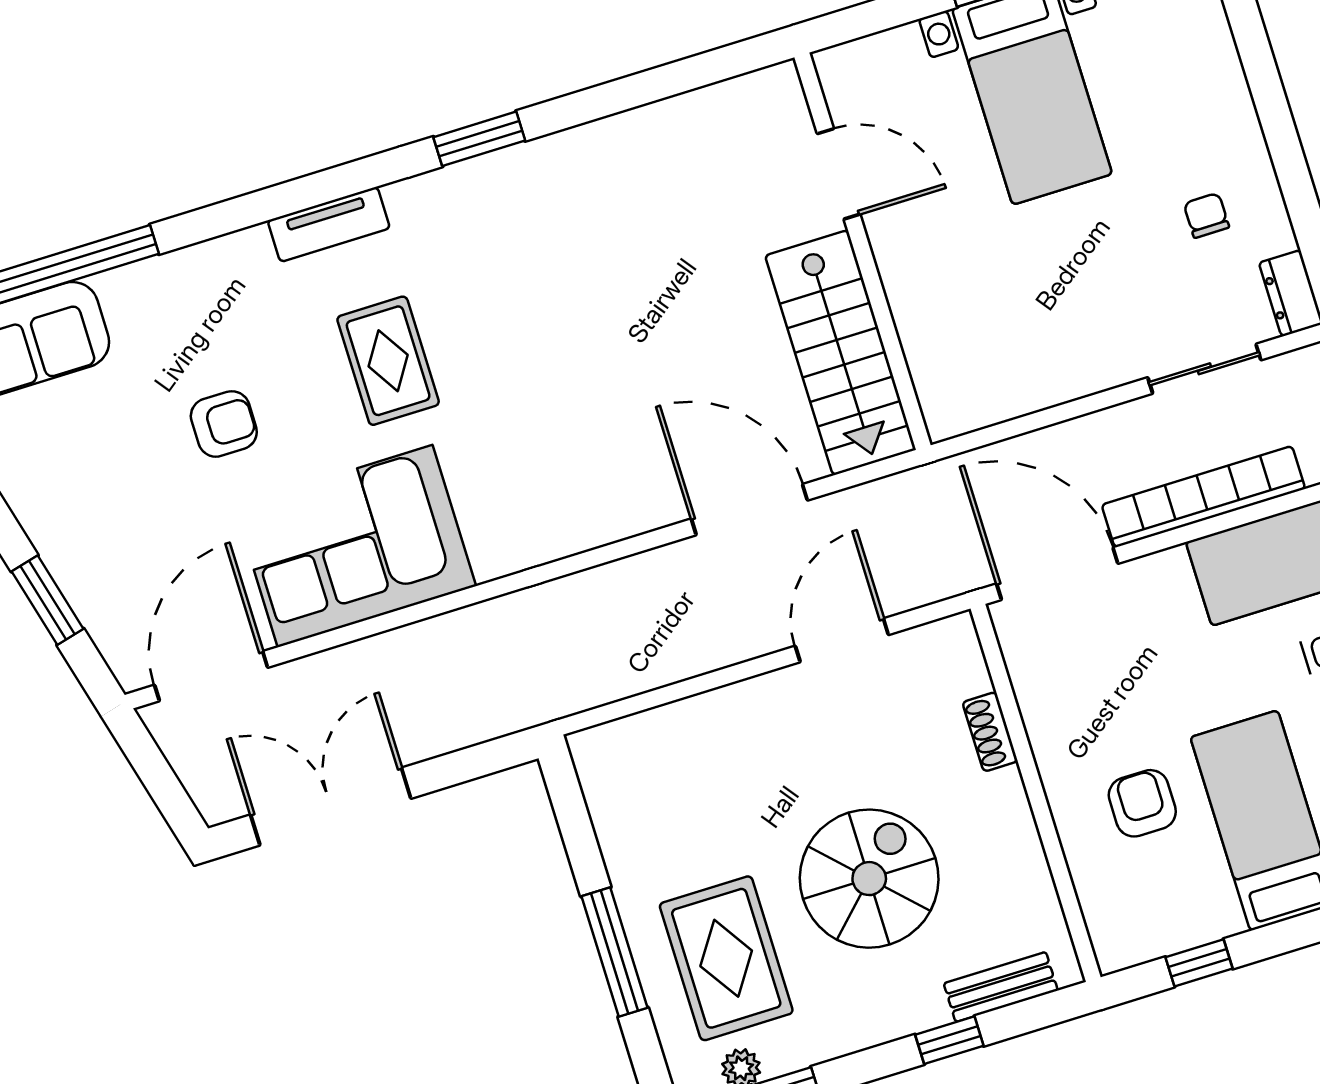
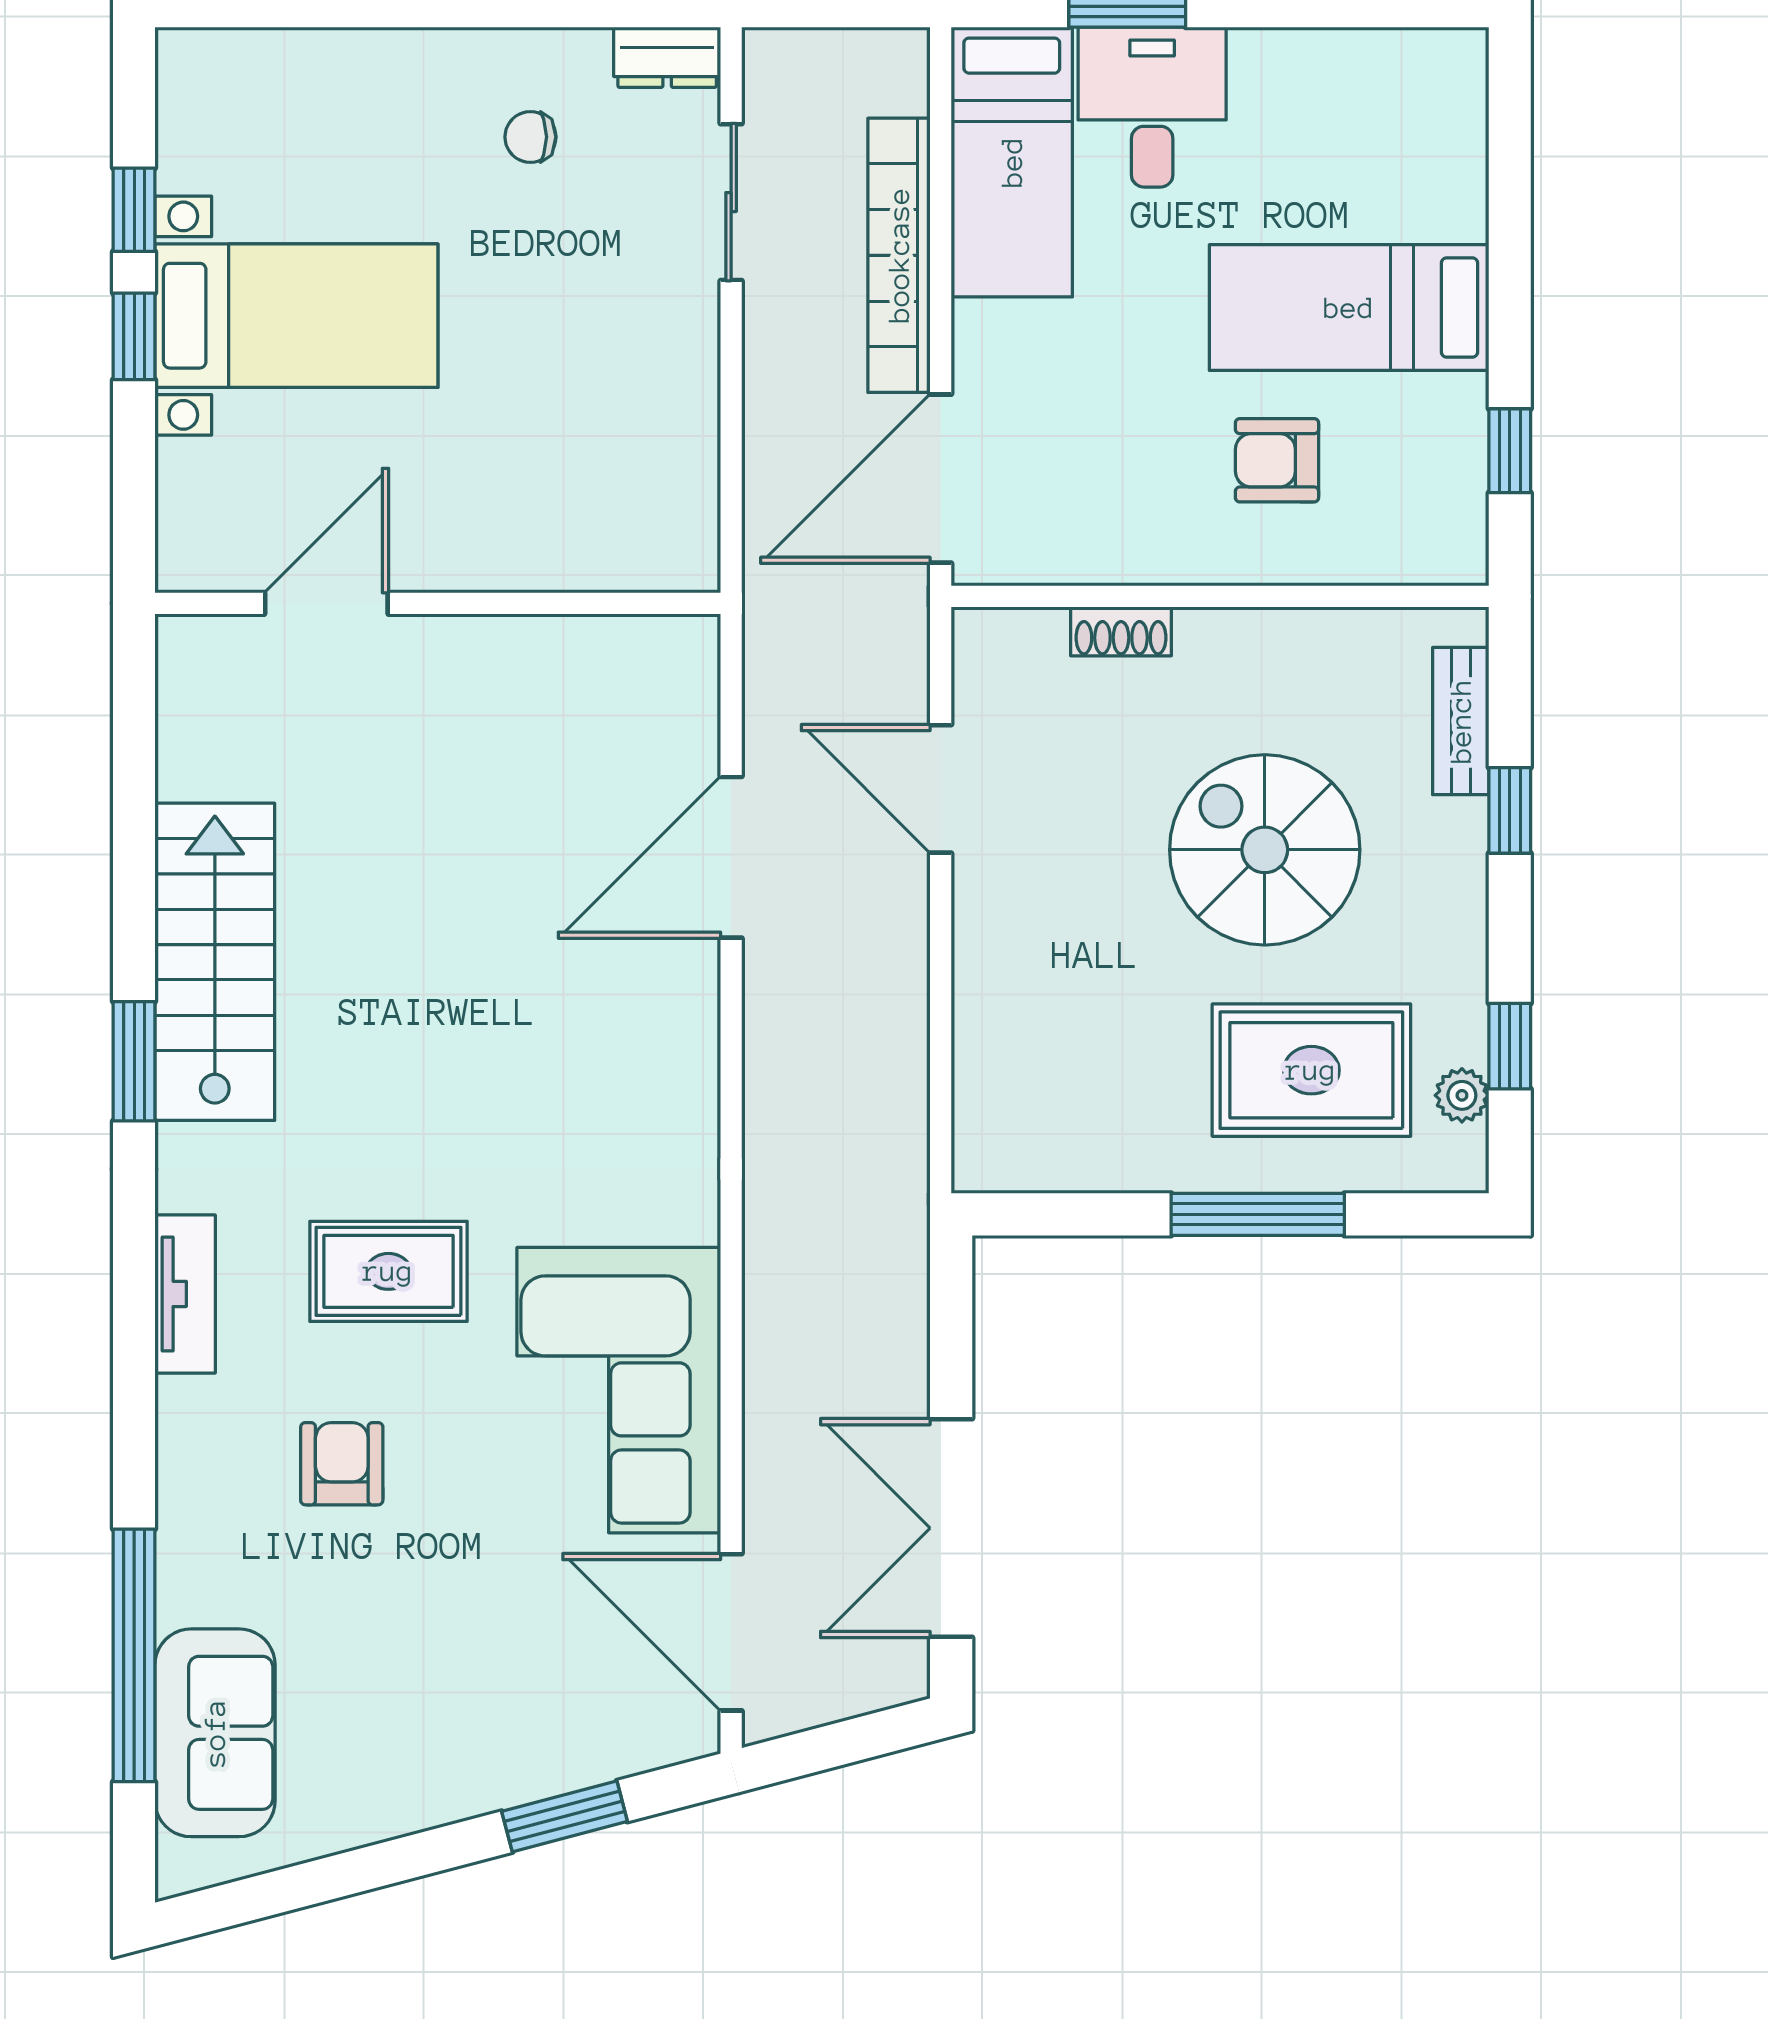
stairs: (840, 353) -> (215, 962), moved, turned -90
armchair: (224, 424) -> (342, 1464), moved

